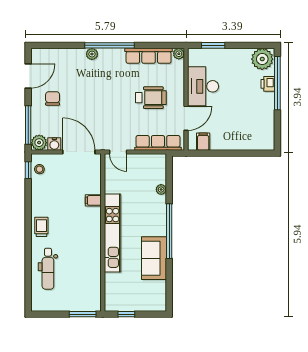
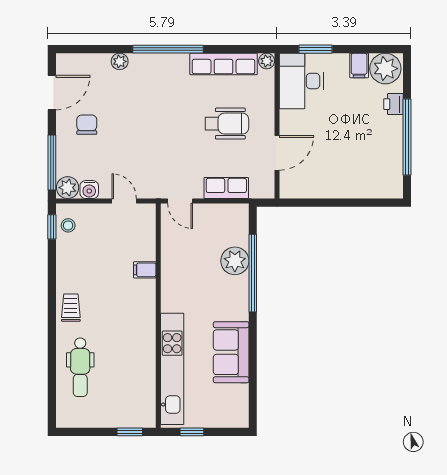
plant: (92, 54) -> (120, 61), moved
window: (277, 83) -> (407, 137), moved
desk: (203, 86) -> (301, 81), moved
filing cabinet: (203, 142) -> (359, 65), moved, turned 180
row of seats: (158, 143) -> (226, 188), width x0.68
door: (79, 152) -> (124, 201), width x0.53
plant: (161, 189) -> (235, 261), width x1.88, depth x1.88
window: (169, 231) -> (253, 273), moved
kitchen unit: (113, 233) -> (172, 369), moved
window: (83, 314) -> (130, 432), width x0.67

